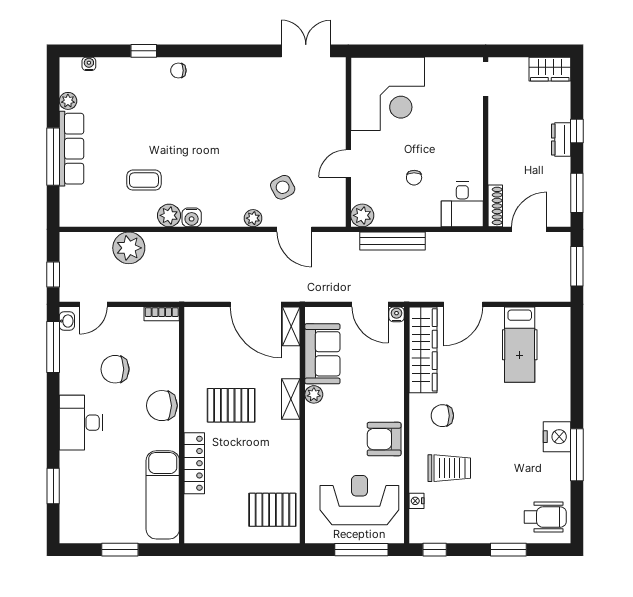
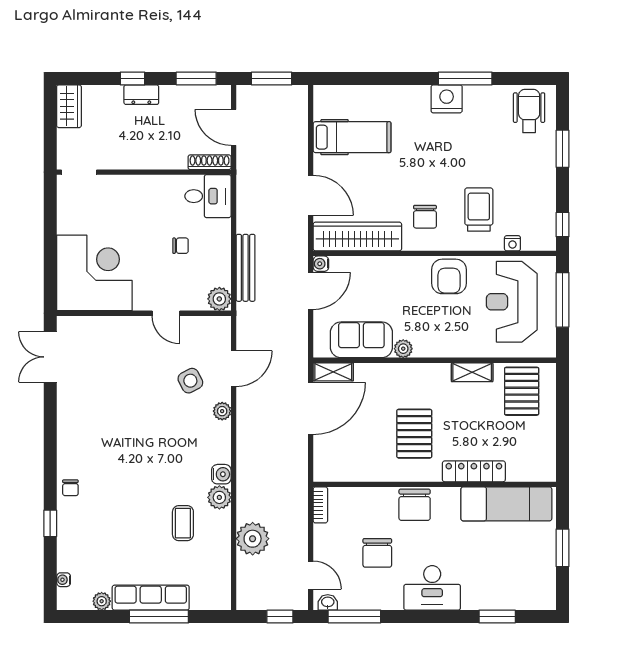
shelving: (291, 399) -> (472, 372), moved

